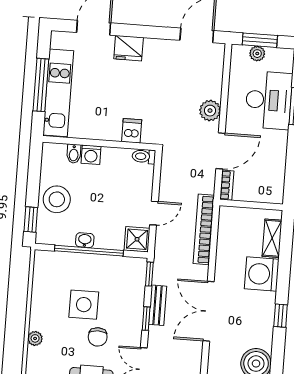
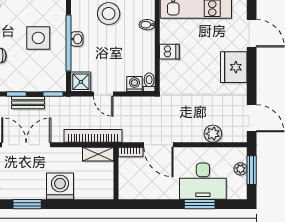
fridge: (129, 48) -> (234, 67), width x1.36, depth x1.34
plant: (210, 111) -> (213, 134), moved
dishwasher: (132, 131) -> (169, 52), moved
washing machine: (91, 155) -> (134, 84), moved, turned 90
shelving: (272, 238) -> (98, 154), moved
side table: (84, 305) -> (38, 38), moved
window: (281, 316) -> (27, 204), width x1.50

